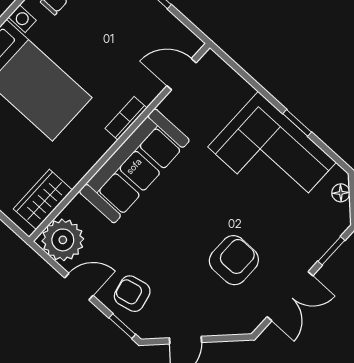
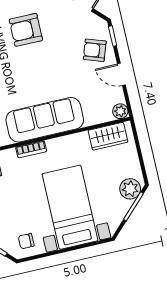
plant: (63, 240) -> (120, 111), width x0.53, depth x0.53
armchair: (132, 294) -> (95, 50), turned 122

